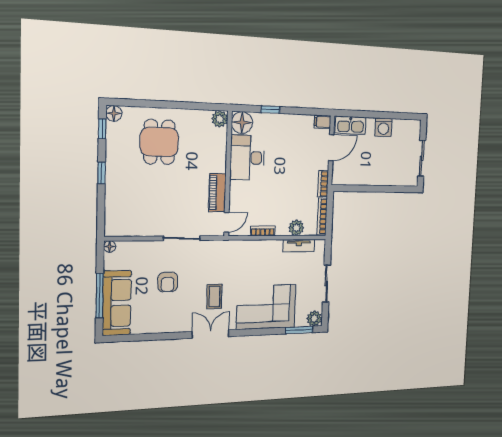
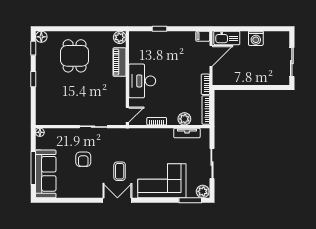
floor lamp: (242, 123) -> (137, 39), removed
desk: (247, 158) -> (142, 81), moved
piano: (217, 193) -> (120, 62), moved

